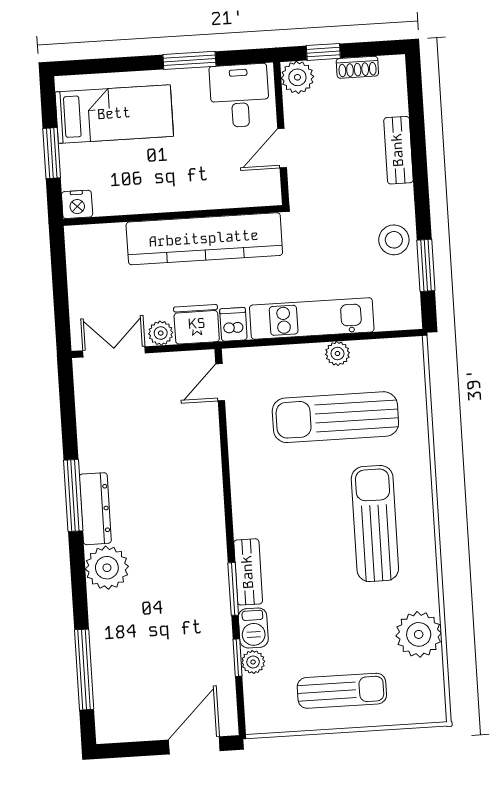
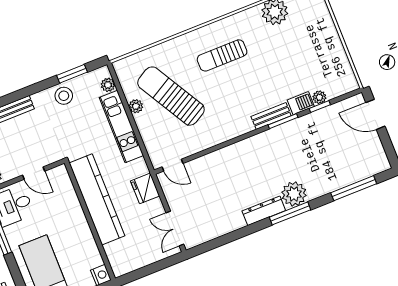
dishwasher: (233, 324) -> (139, 168), removed
plant: (161, 333) -> (108, 85), moved
sun lounger: (335, 417) -> (171, 96), turned 150
window: (73, 495) -> (290, 213), moved
sun lounger: (375, 524) -> (222, 55), width x0.73, depth x0.75
sun lounger: (342, 691) -> (319, 44), removed

